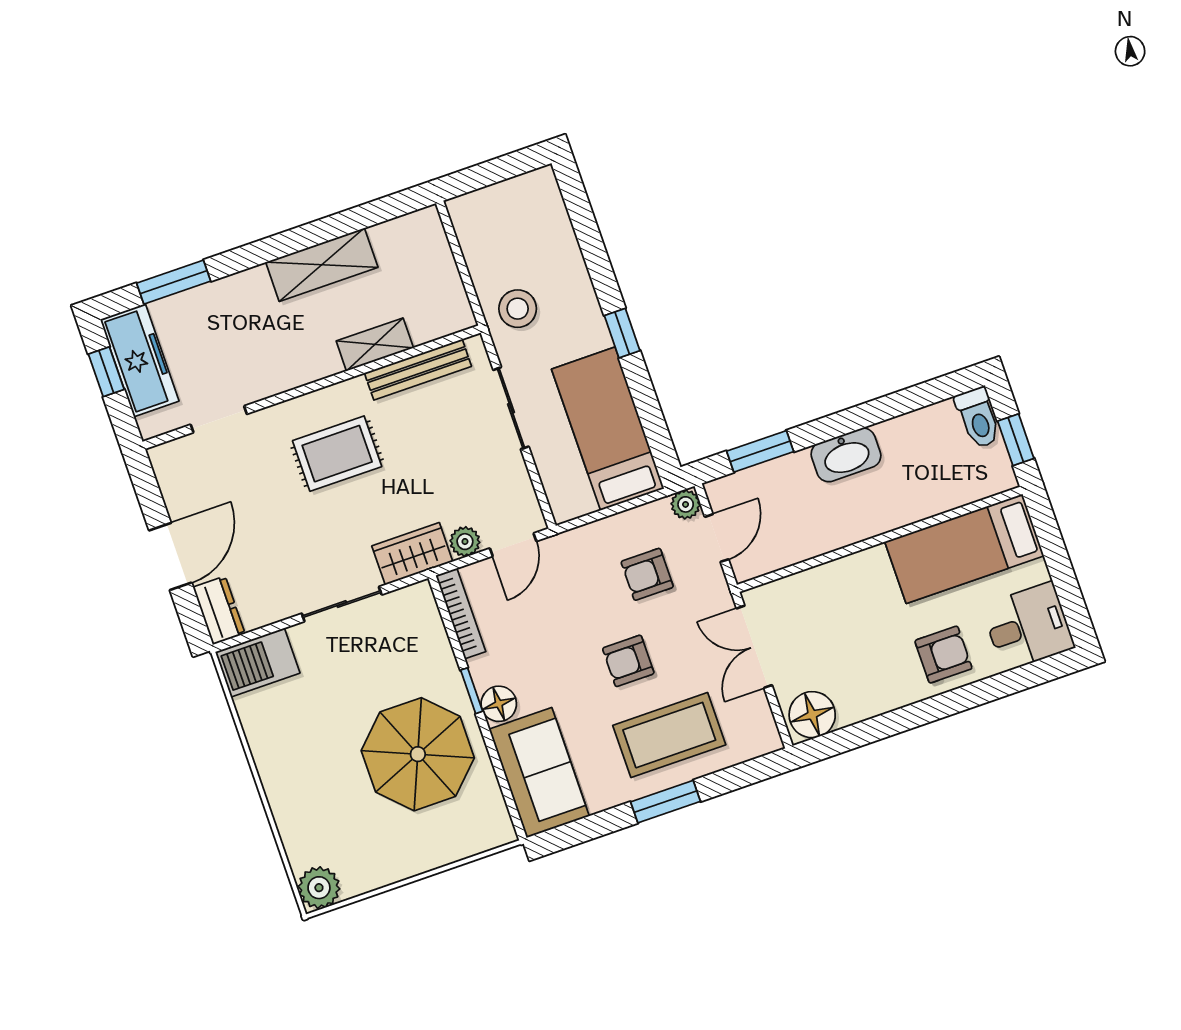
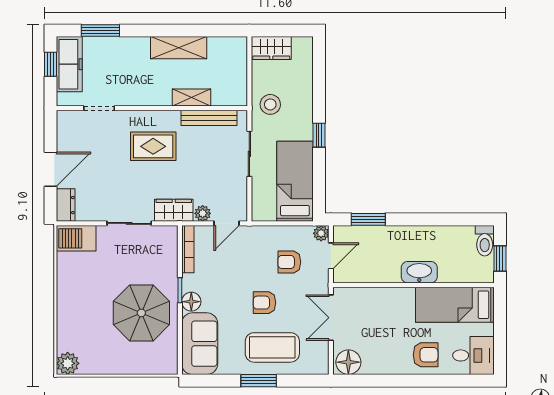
wardrobe: (485, 209) -> (271, 48), added
washbasin: (846, 455) -> (419, 272), moved, turned 180

